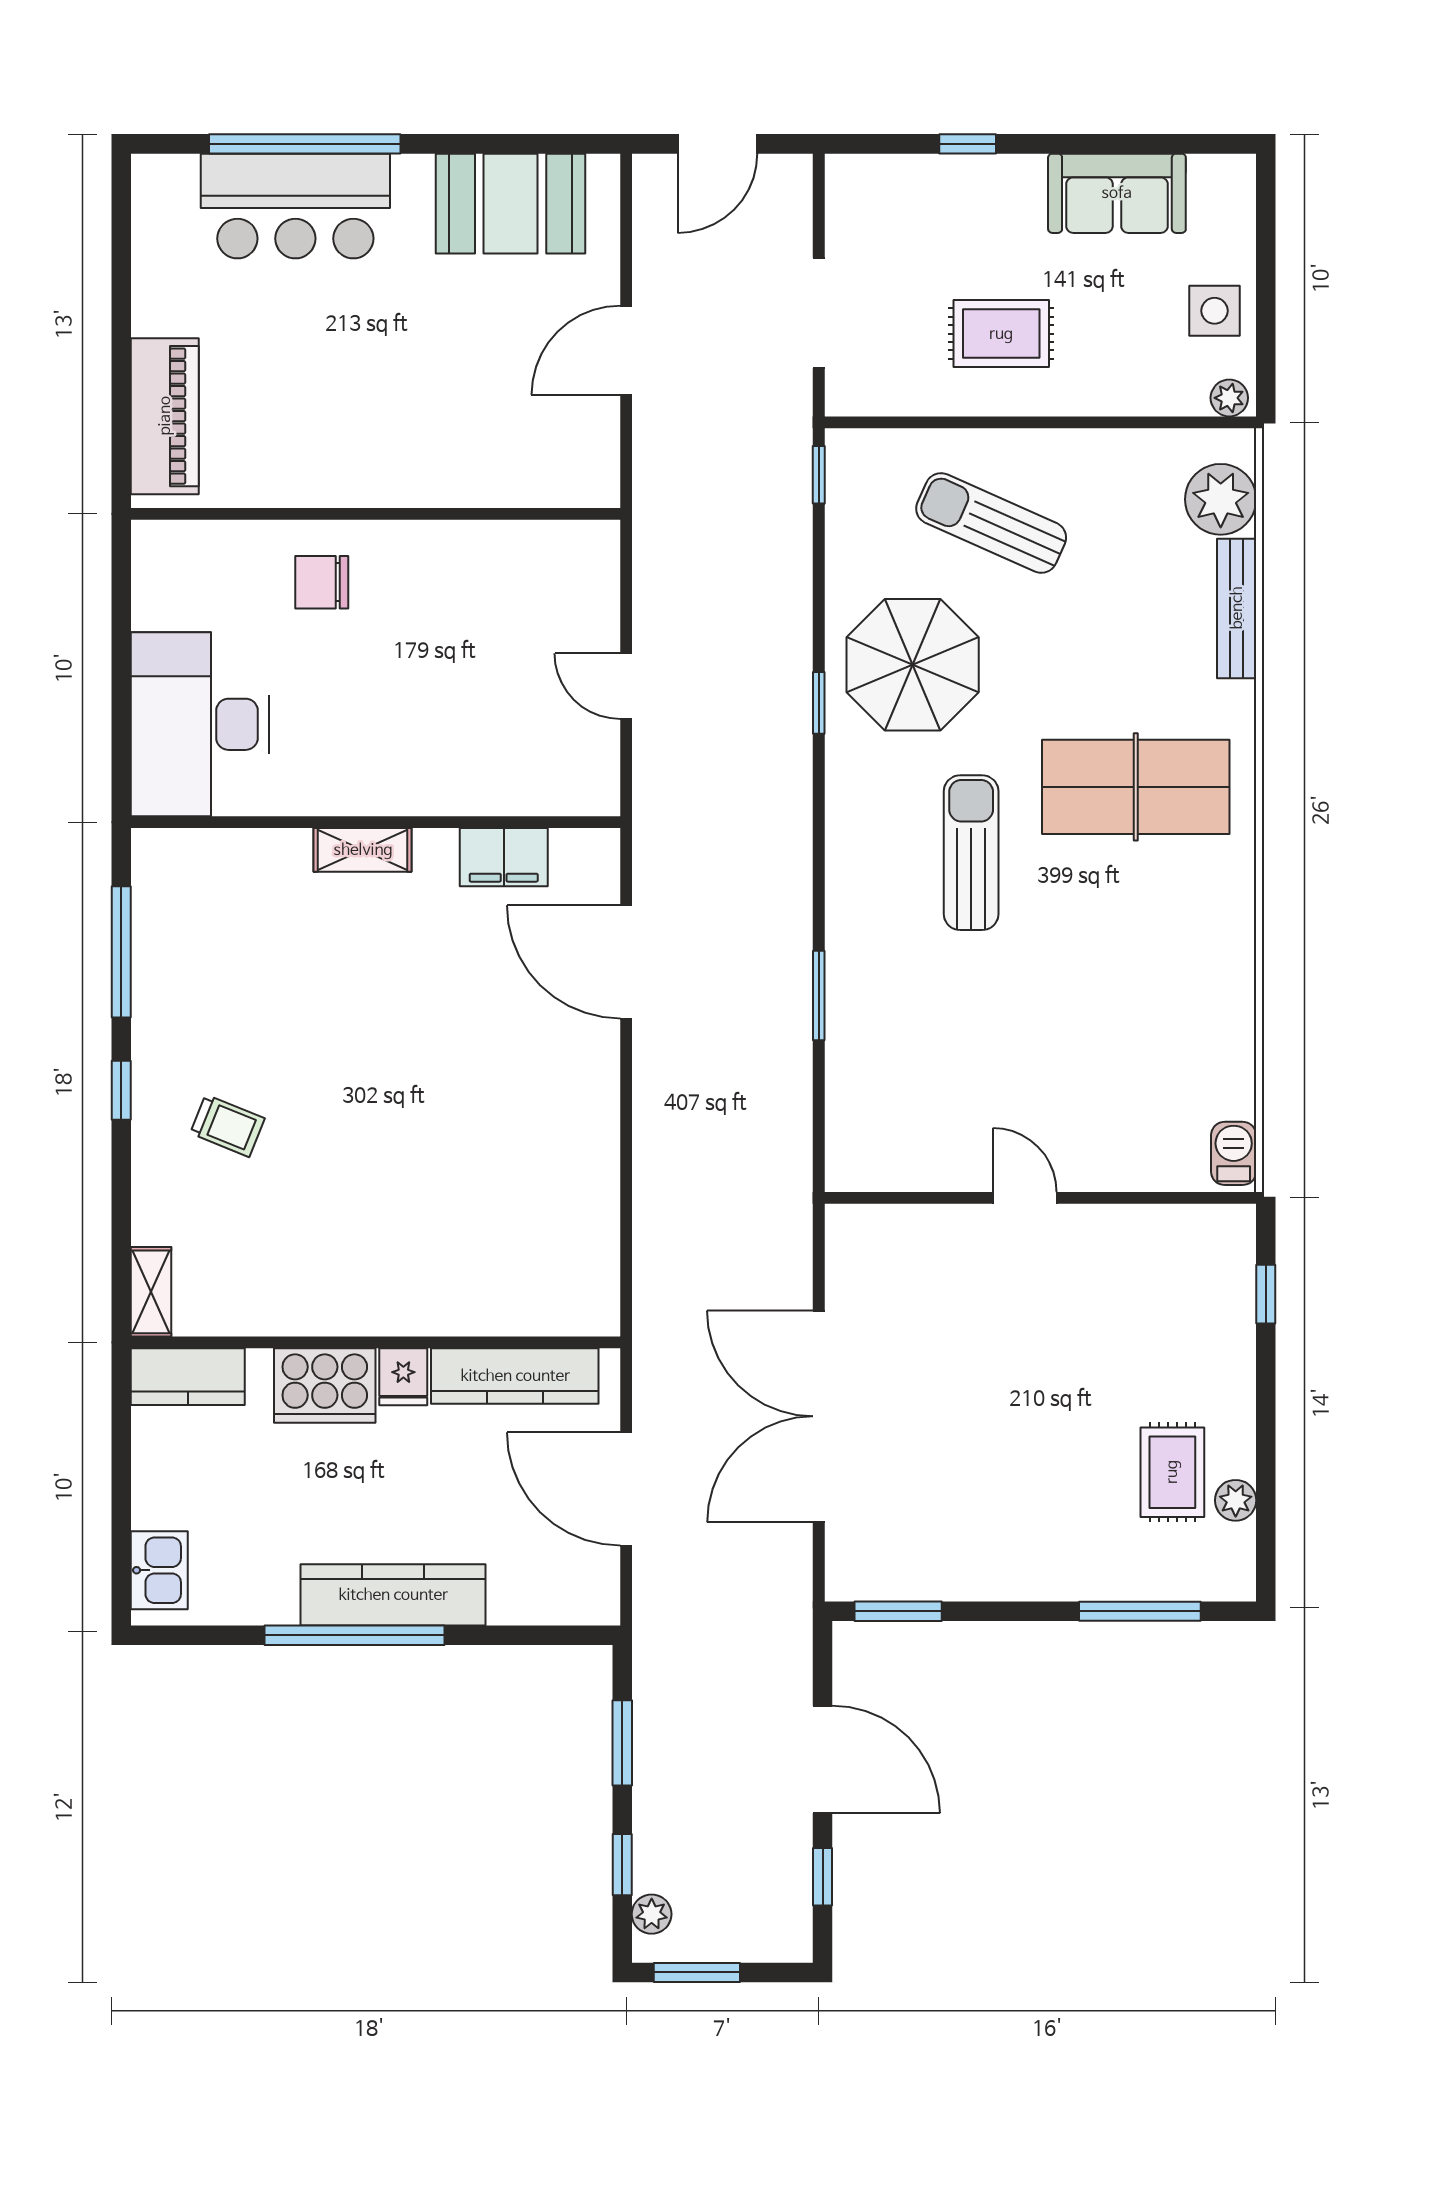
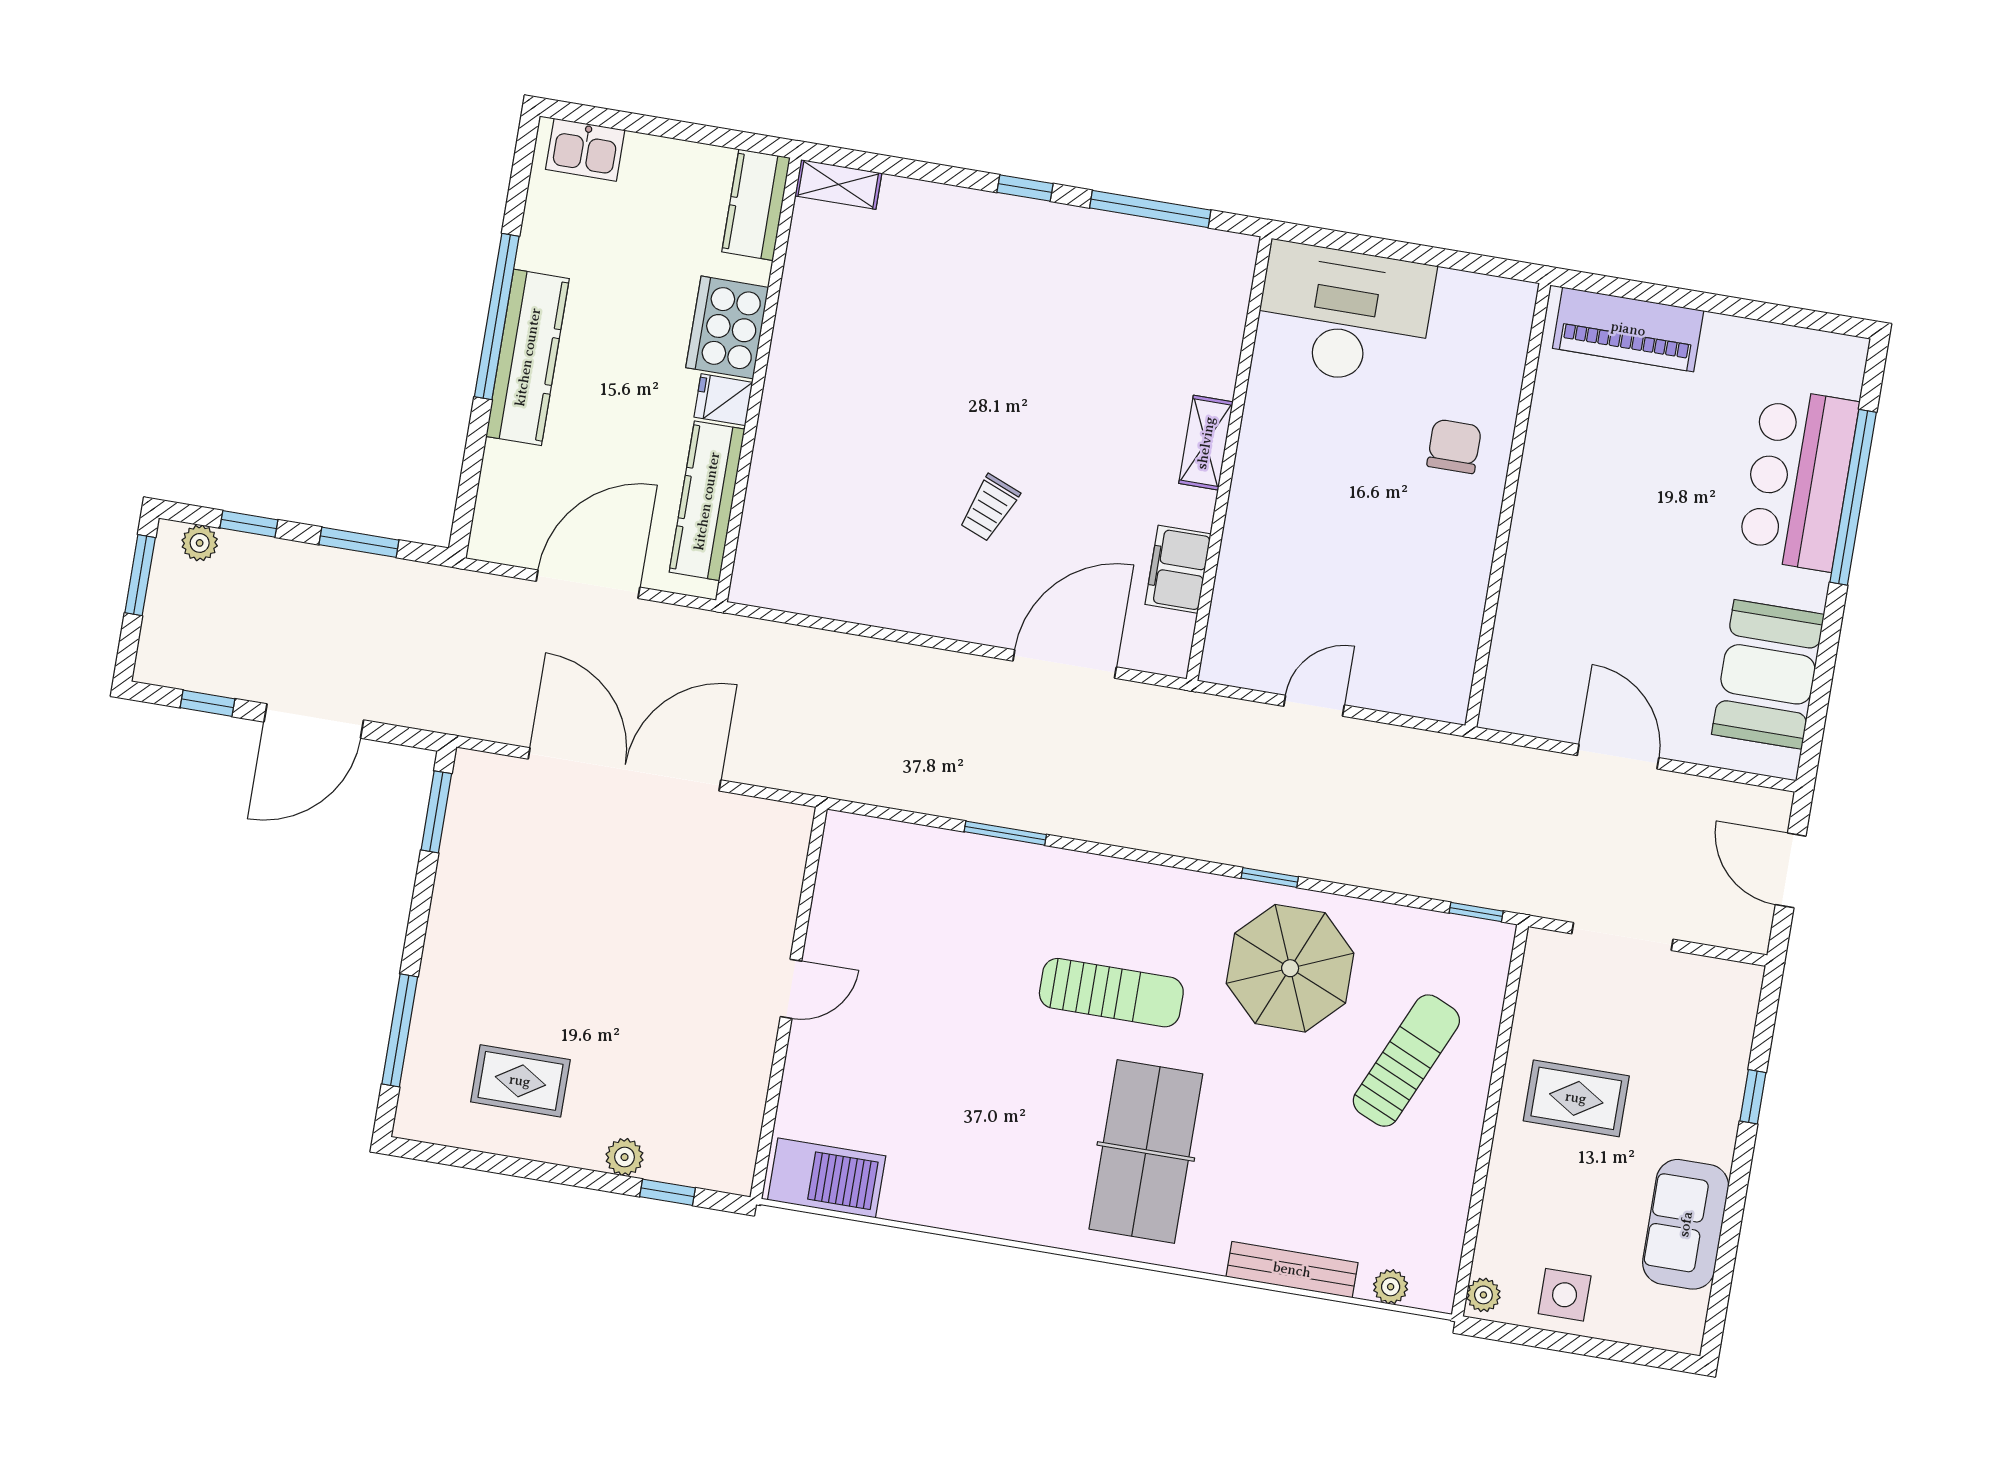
rug: (1001, 334) -> (1576, 1098), turned 90
plant: (1221, 499) -> (1391, 1287), width x0.53, depth x0.53
trolley: (227, 1126) -> (989, 508), moved
barbecue: (1234, 1153) -> (827, 1178), width x1.88, depth x1.53
plant: (1236, 1500) -> (625, 1157), moved

